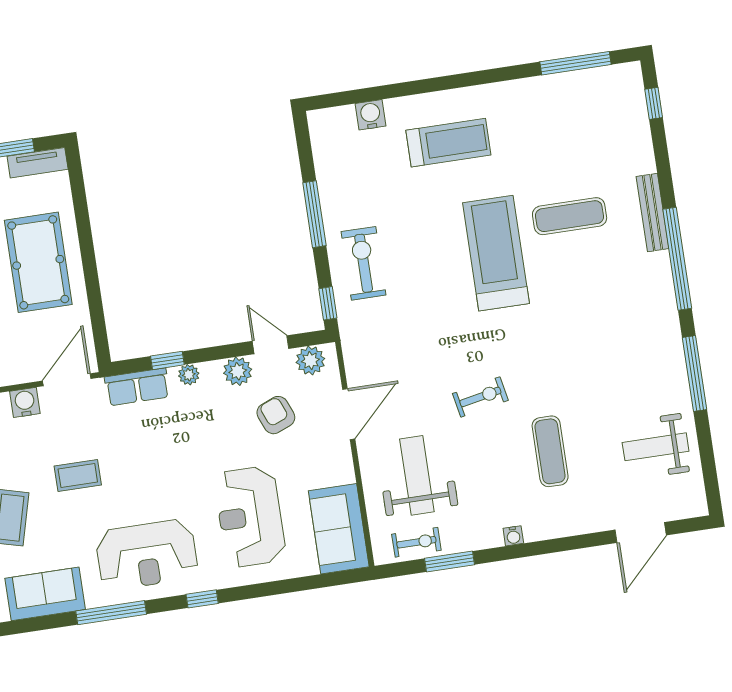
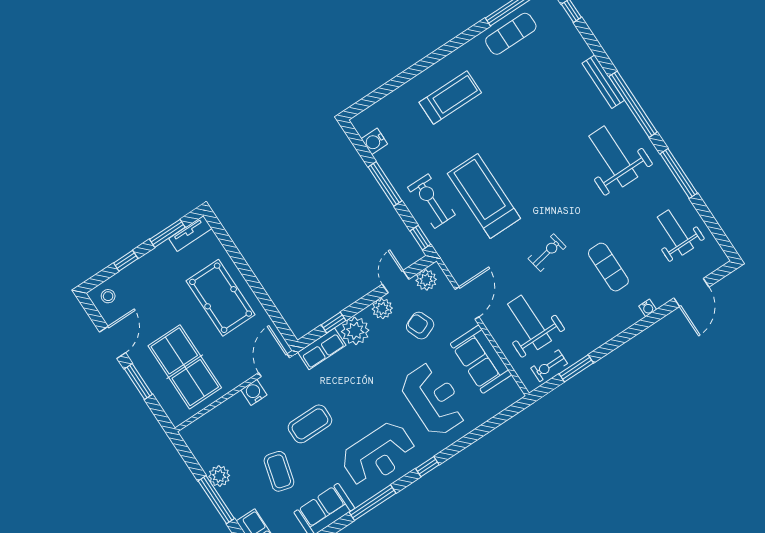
water cooler: (371, 115) -> (374, 141), moved, turned -90
exercise mat: (570, 216) -> (511, 34), moved
treadmill: (496, 253) -> (484, 196), moved
weight bench: (621, 313) -> (613, 156), added
door: (271, 345) -> (396, 282), hinge flipped
plant: (189, 375) -> (355, 331), width x1.88, depth x1.88
weight bench: (656, 447) -> (675, 233), turned 90
coffee table: (78, 476) -> (310, 424), width x1.36, depth x1.30
reception desk: (250, 517) -> (434, 399), turned 180
sofa: (339, 529) -> (481, 359), moved
water cooler: (513, 536) -> (648, 308), moved
exercise bike: (416, 542) -> (549, 366), turned 180

